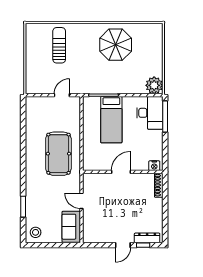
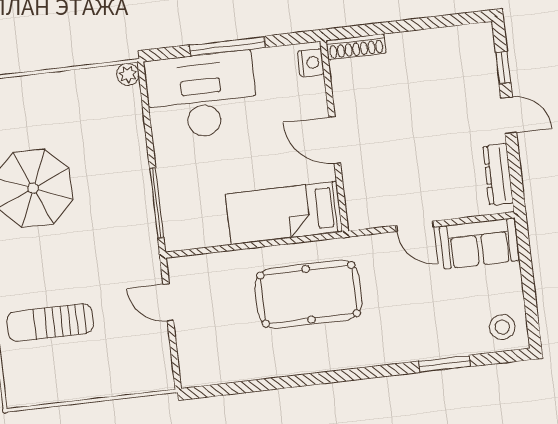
plant: (154, 85) -> (128, 74), width x0.53, depth x0.53
desk: (150, 113) -> (202, 95), width x1.36, depth x1.30
window: (165, 117) -> (227, 46), moved
bed: (111, 120) -> (284, 213), moved, turned 180
door: (82, 201) -> (415, 226), hinge flipped
dresser: (147, 238) -> (498, 174), moved

